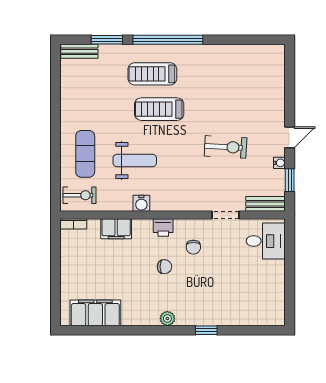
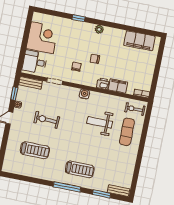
window: (168, 40) -> (67, 187), width x0.68
treadmill: (159, 109) -> (35, 150), moved
water cooler: (141, 203) -> (84, 94), moved
printer: (163, 227) -> (103, 84), moved
corner desk: (261, 284) -> (42, 38), added

